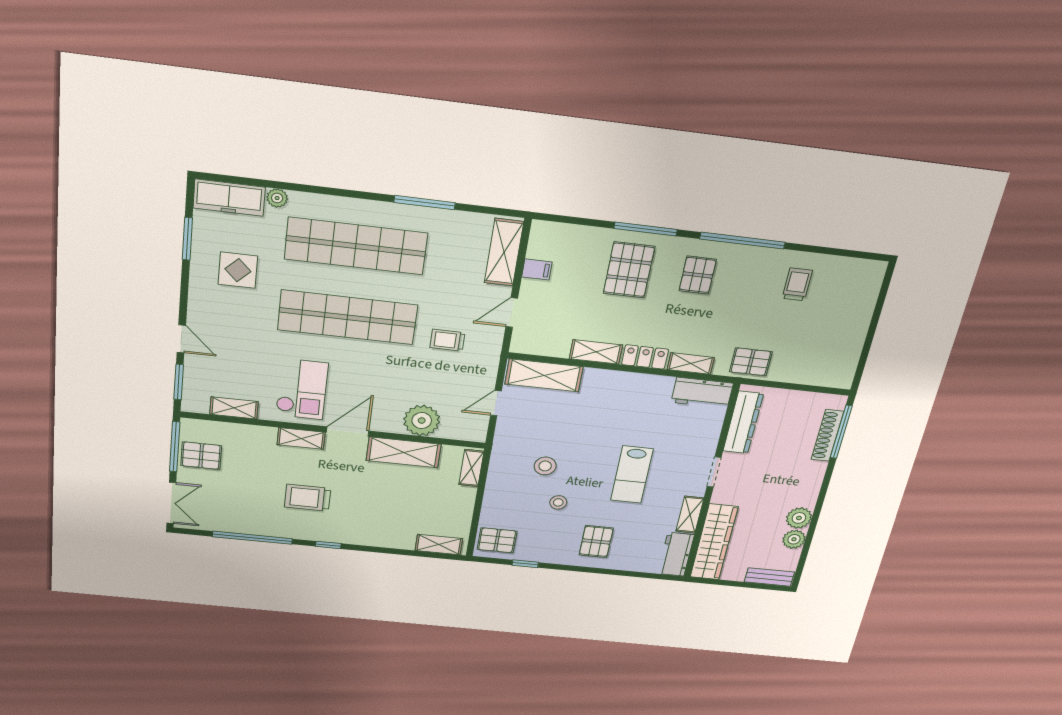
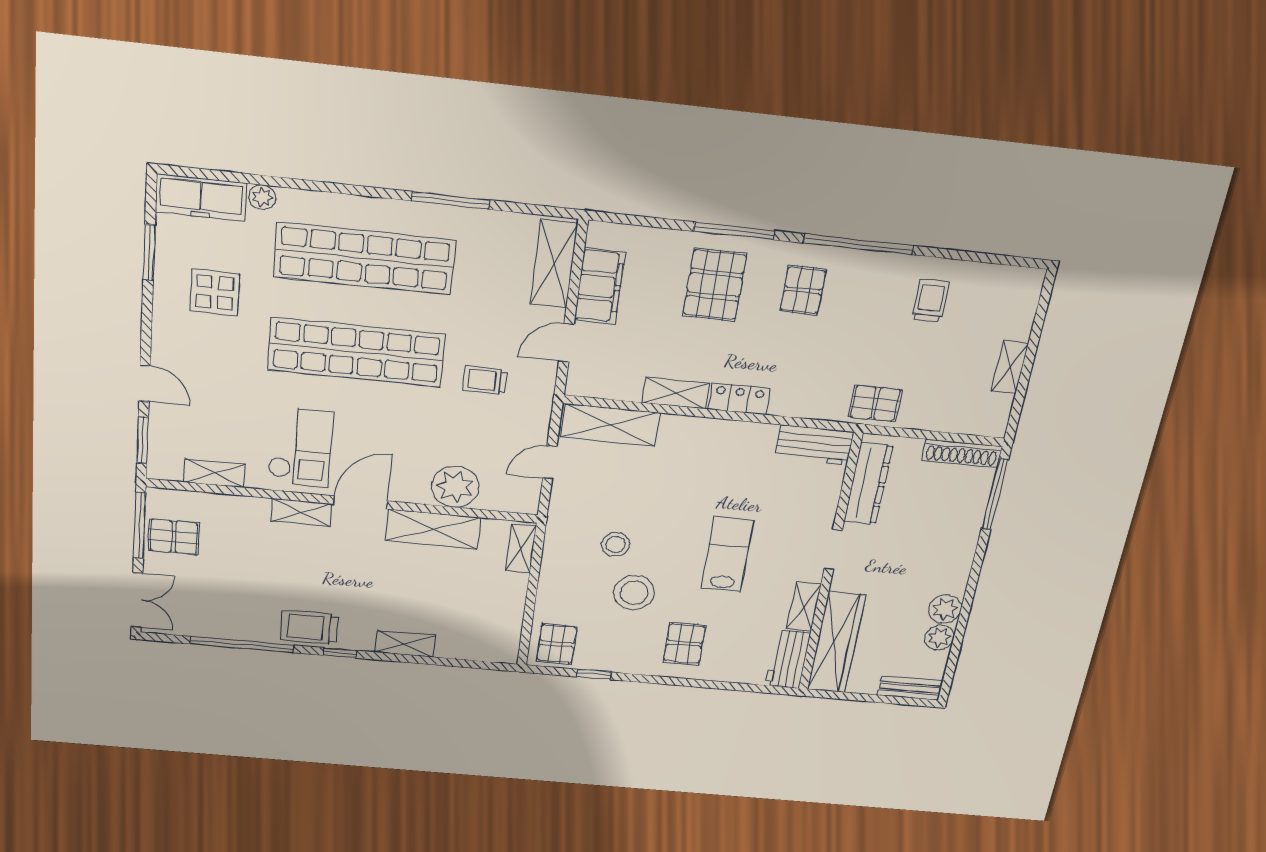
filing cabinet: (537, 269) -> (600, 286), width x3.00, depth x1.17
shelving: (691, 363) -> (1010, 367), moved, turned 90
shoe rack: (827, 435) -> (962, 453), moved, turned -90
lab bench: (632, 475) -> (727, 554), turned 180
trolley: (308, 498) -> (309, 627), moved
stool: (558, 502) -> (634, 593), width x1.89, depth x1.89
pallet: (497, 540) -> (557, 644), turned 90
shelving: (439, 545) -> (405, 644), moved

